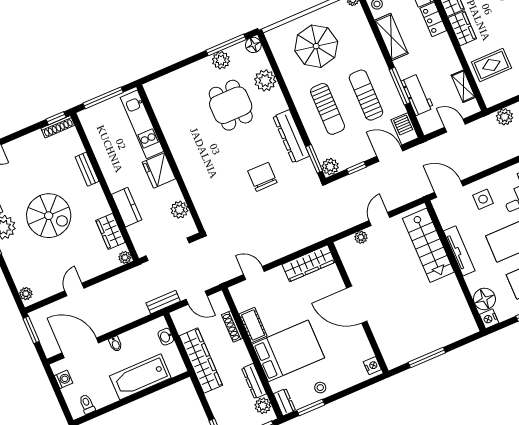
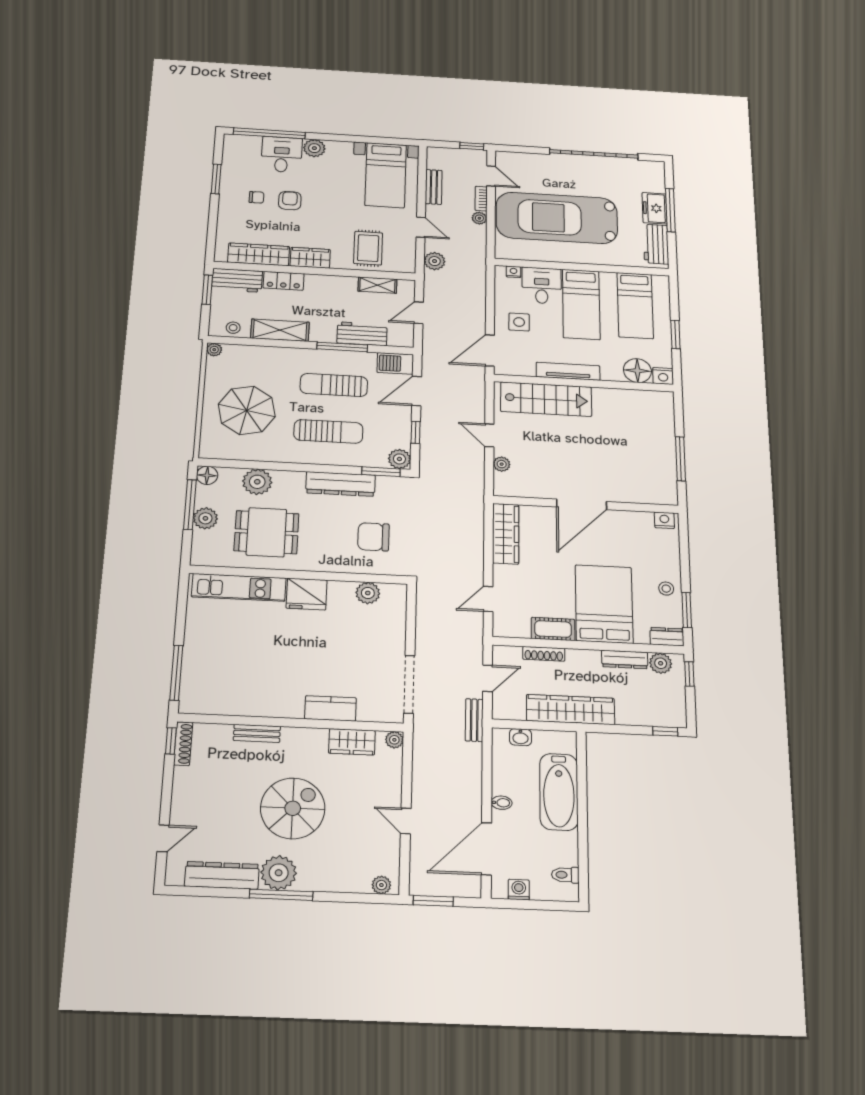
kitchen unit: (142, 124) -> (239, 587), moved
wall: (170, 159) -> (299, 575), moved
fridge: (159, 170) -> (307, 594), moved
plant: (179, 210) -> (368, 593), moved

